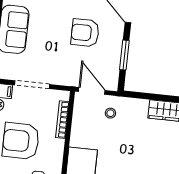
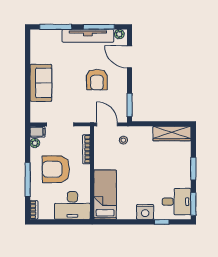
armchair: (85, 33) -> (97, 80), turned -90
window: (124, 55) -> (130, 105), moved

